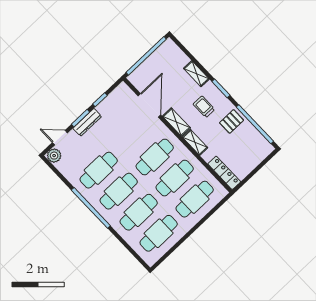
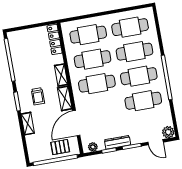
plant: (118, 93) -> (93, 147), added
pallet: (232, 121) -> (60, 147), moved
dresser: (87, 122) -> (118, 142), moved

